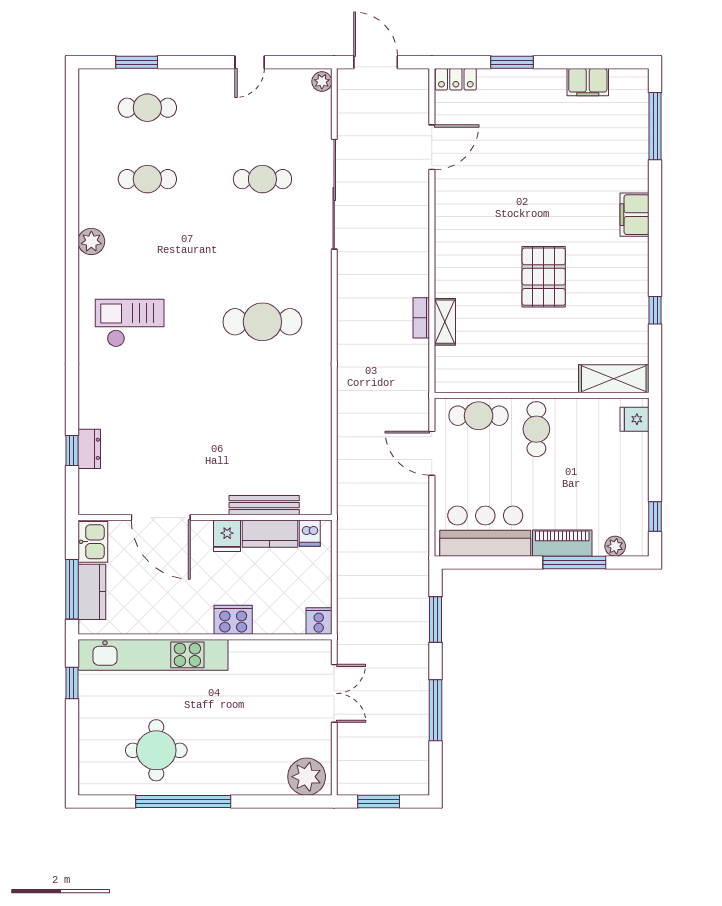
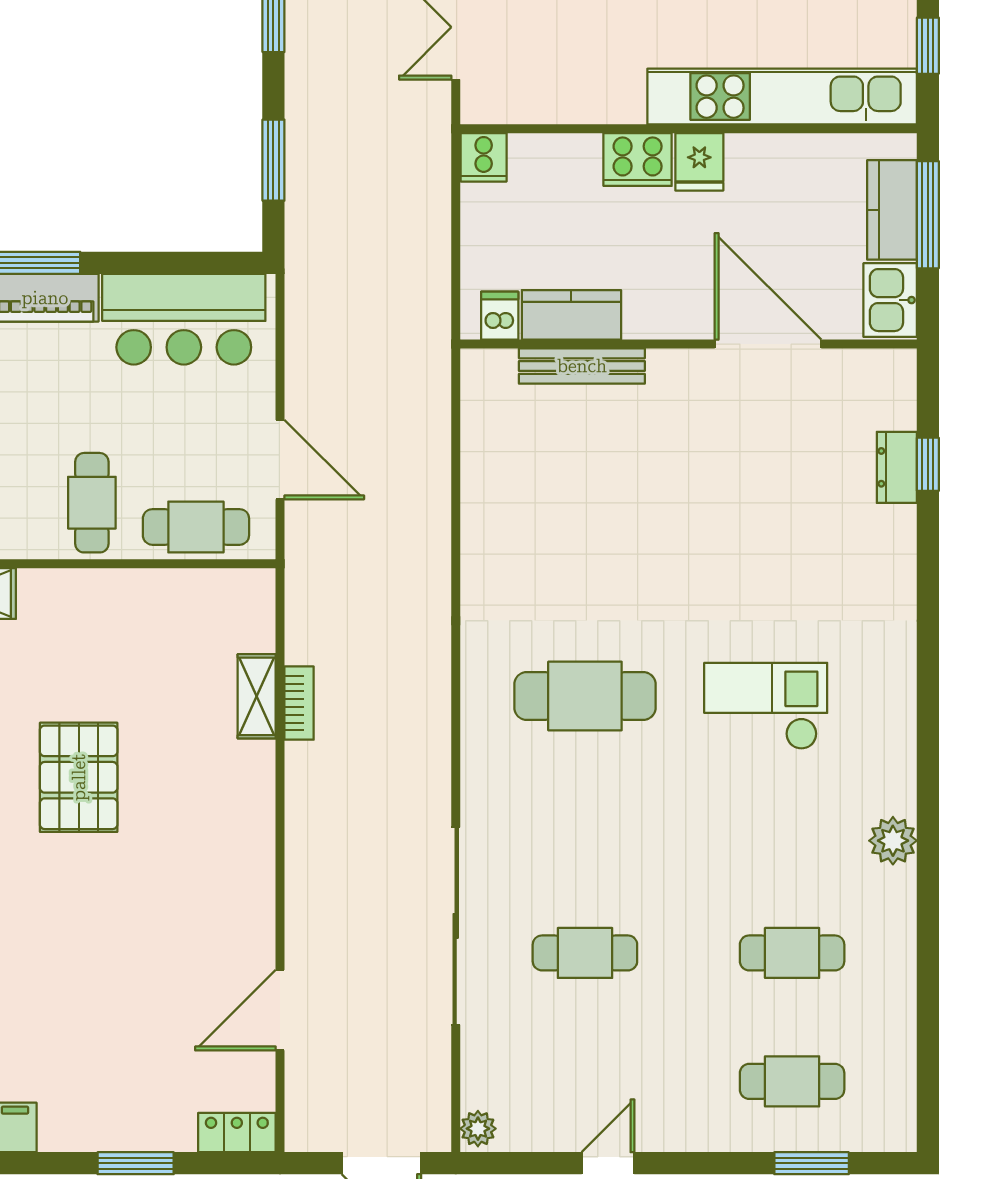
checkout: (130, 323) -> (766, 706), moved, turned 180
fridge: (227, 536) -> (699, 162), moved, turned 180

